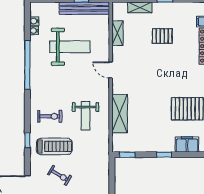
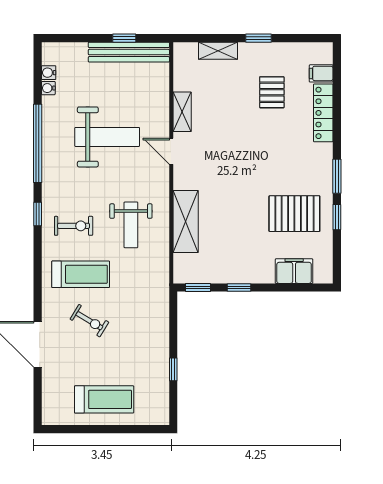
shelving: (117, 33) -> (182, 112), moved
pallet: (162, 36) -> (272, 92), moved, turned 90
weight bench: (70, 47) -> (107, 137), moved
window: (27, 140) -> (38, 214), moved
window: (164, 155) -> (239, 288), moved

